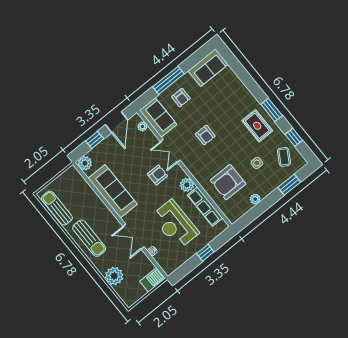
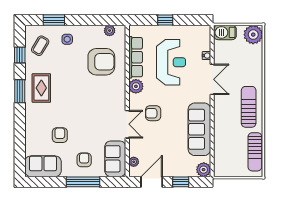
armchair: (205, 135) -> (60, 135), moved
side table: (257, 163) -> (67, 39), moved
plant: (255, 199) -> (110, 31), moved
plant: (114, 276) -> (253, 35), moved

